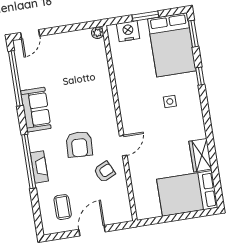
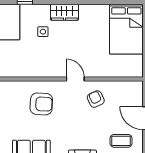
armchair: (79, 144) -> (41, 104), moved
wardrobe: (200, 155) -> (64, 12), moved

